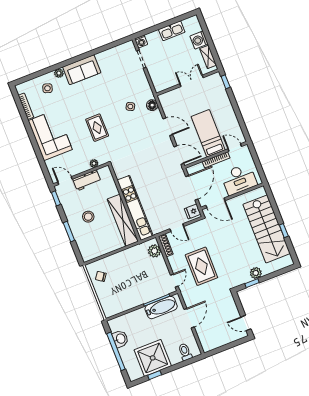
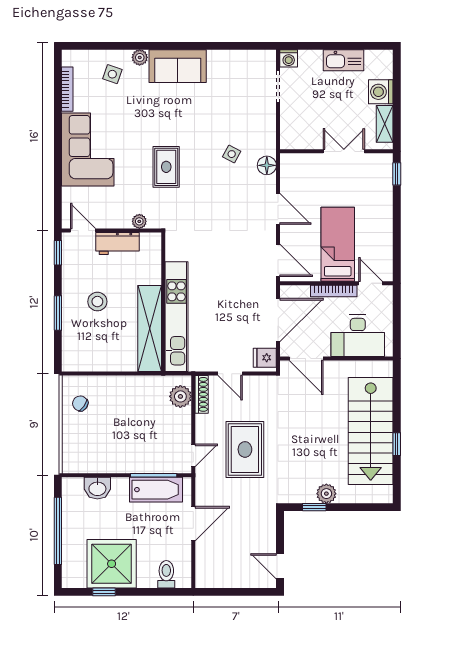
washbasin: (120, 339) -> (97, 488), moved, turned 90

